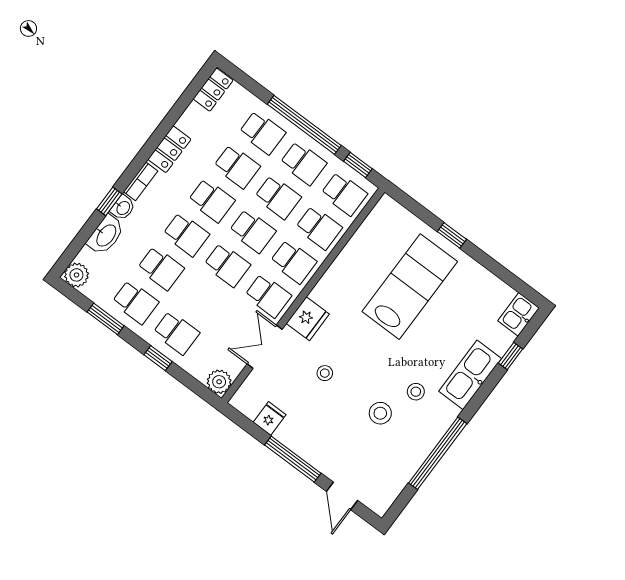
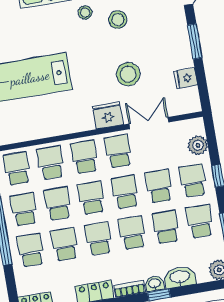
school desk: (202, 299) -> (159, 186), added
double door: (265, 347) -> (149, 123), swing flipped
stool: (325, 373) -> (128, 74), width x1.89, depth x1.89
plant: (219, 382) -> (198, 145), moved
window: (293, 459) -> (195, 41), width x0.69

